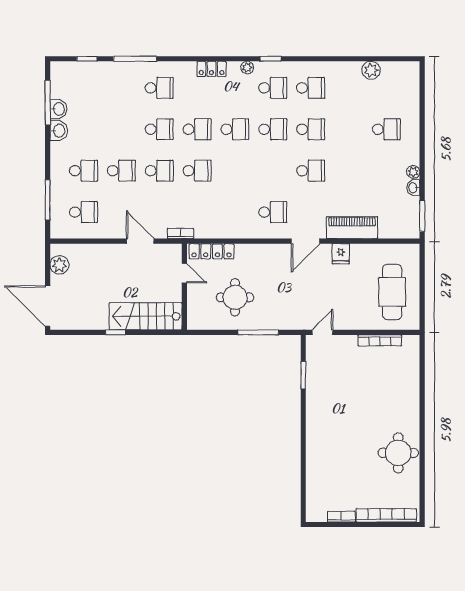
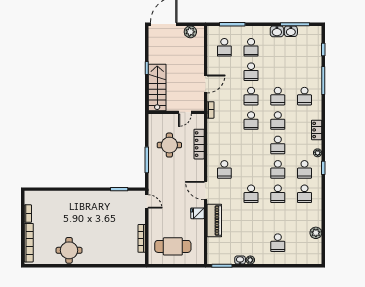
locker: (212, 251) -> (199, 144), moved

